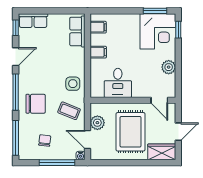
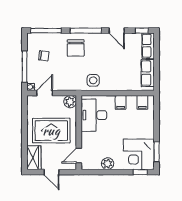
row of seats: (77, 31) -> (148, 73), moved, turned -90
desk: (118, 83) -> (94, 115), width x1.37
coffee table: (69, 111) -> (70, 77), removed
plant: (97, 123) -> (70, 102), moved

